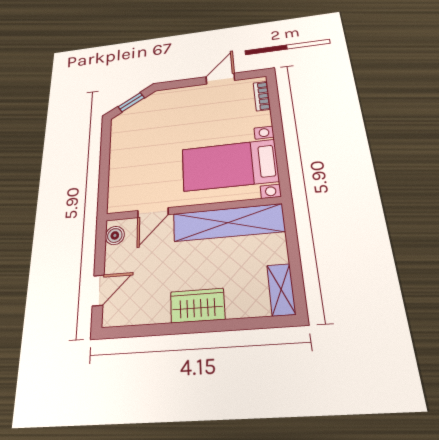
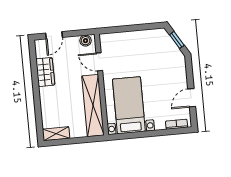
door: (220, 79) -> (192, 98), swing flipped
door: (98, 290) -> (54, 35), hinge flipped
wardrobe: (197, 306) -> (45, 72), moved

